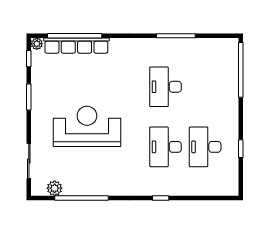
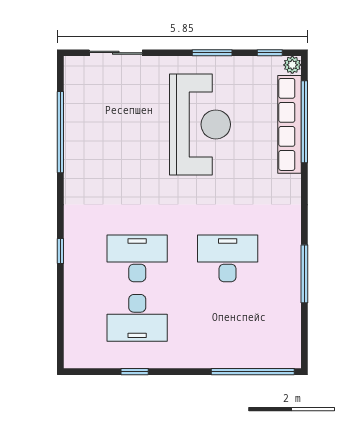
reception desk: (87, 126) -> (200, 124), moved
desk: (205, 147) -> (137, 318), turned 180
plant: (55, 188) -> (75, 91), removed

